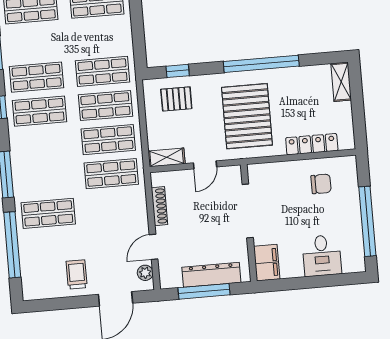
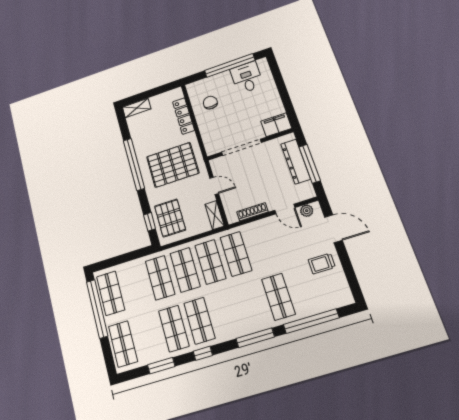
pallet: (176, 99) -> (170, 218), width x1.50, depth x1.42
desk: (322, 256) -> (247, 78), moved, turned -90

